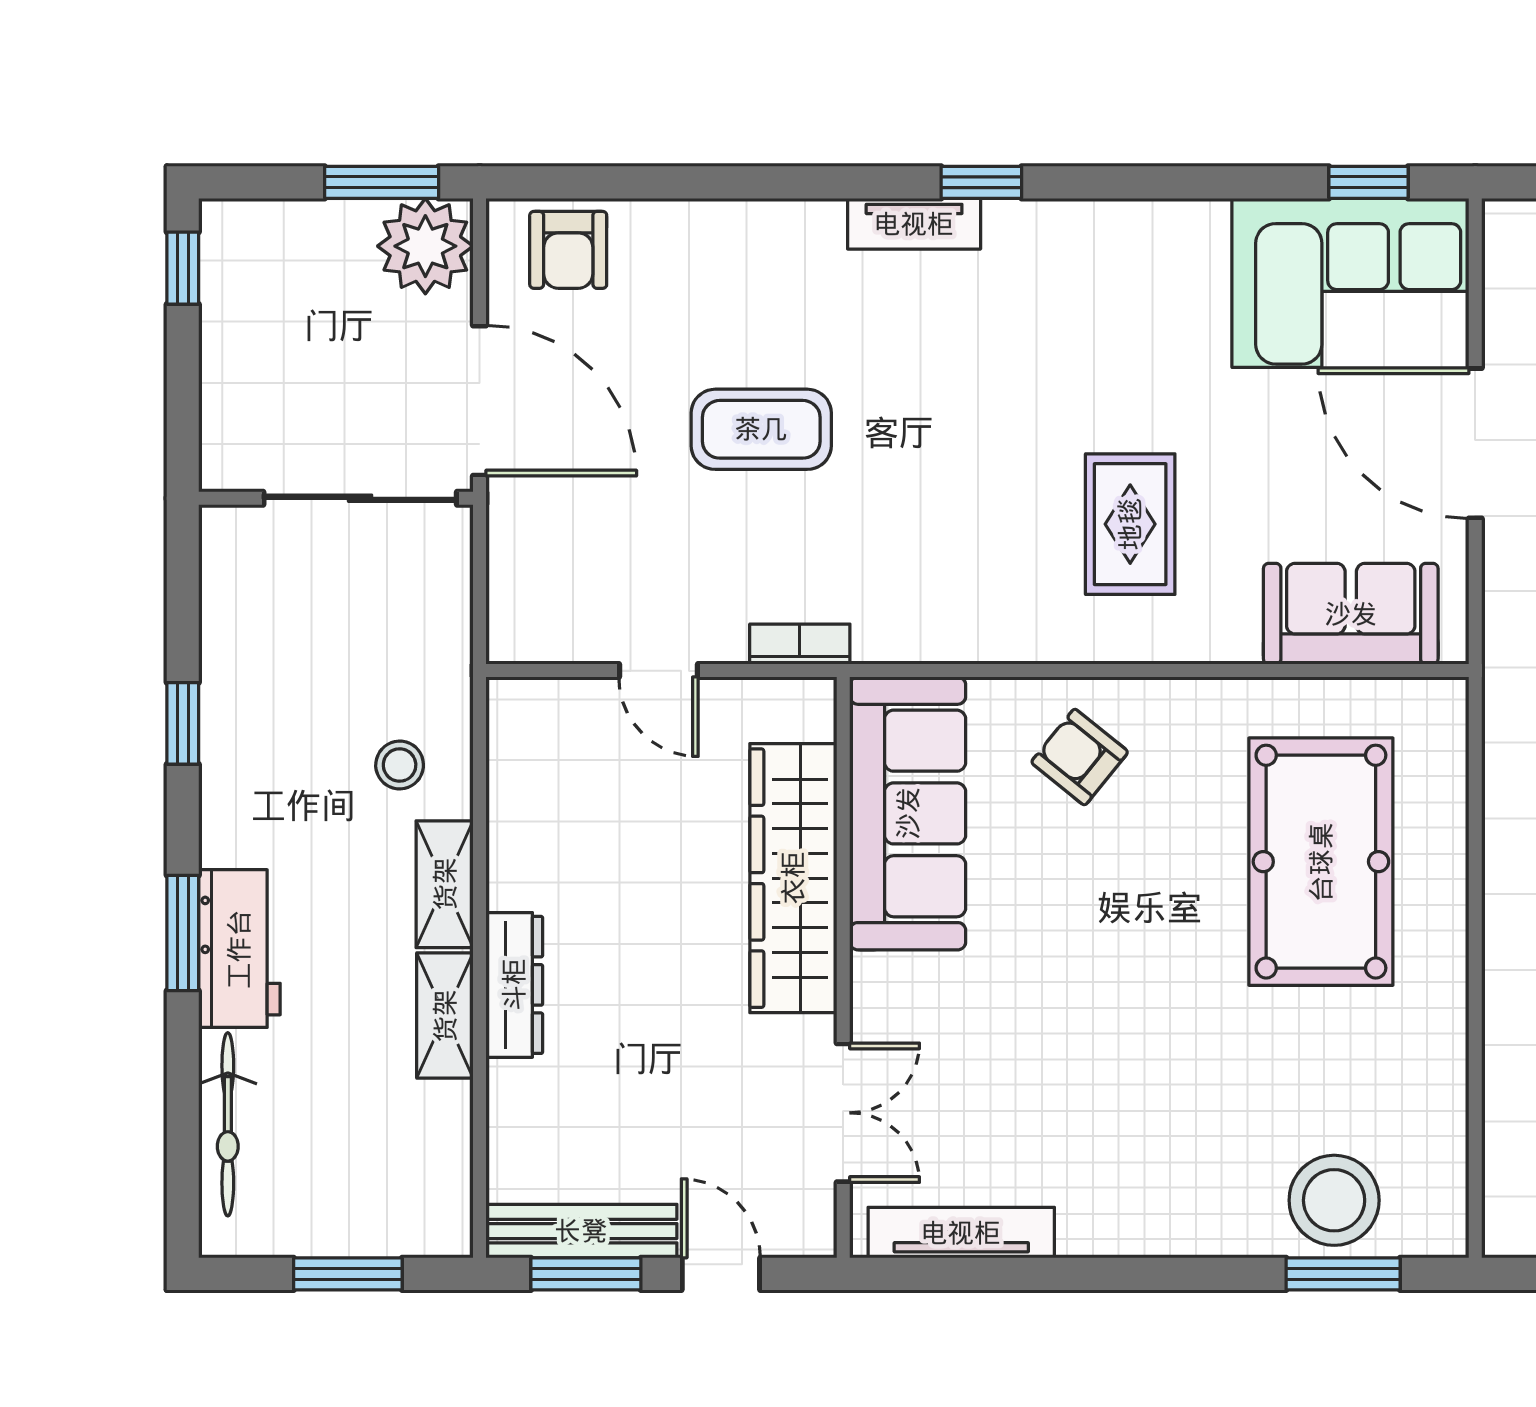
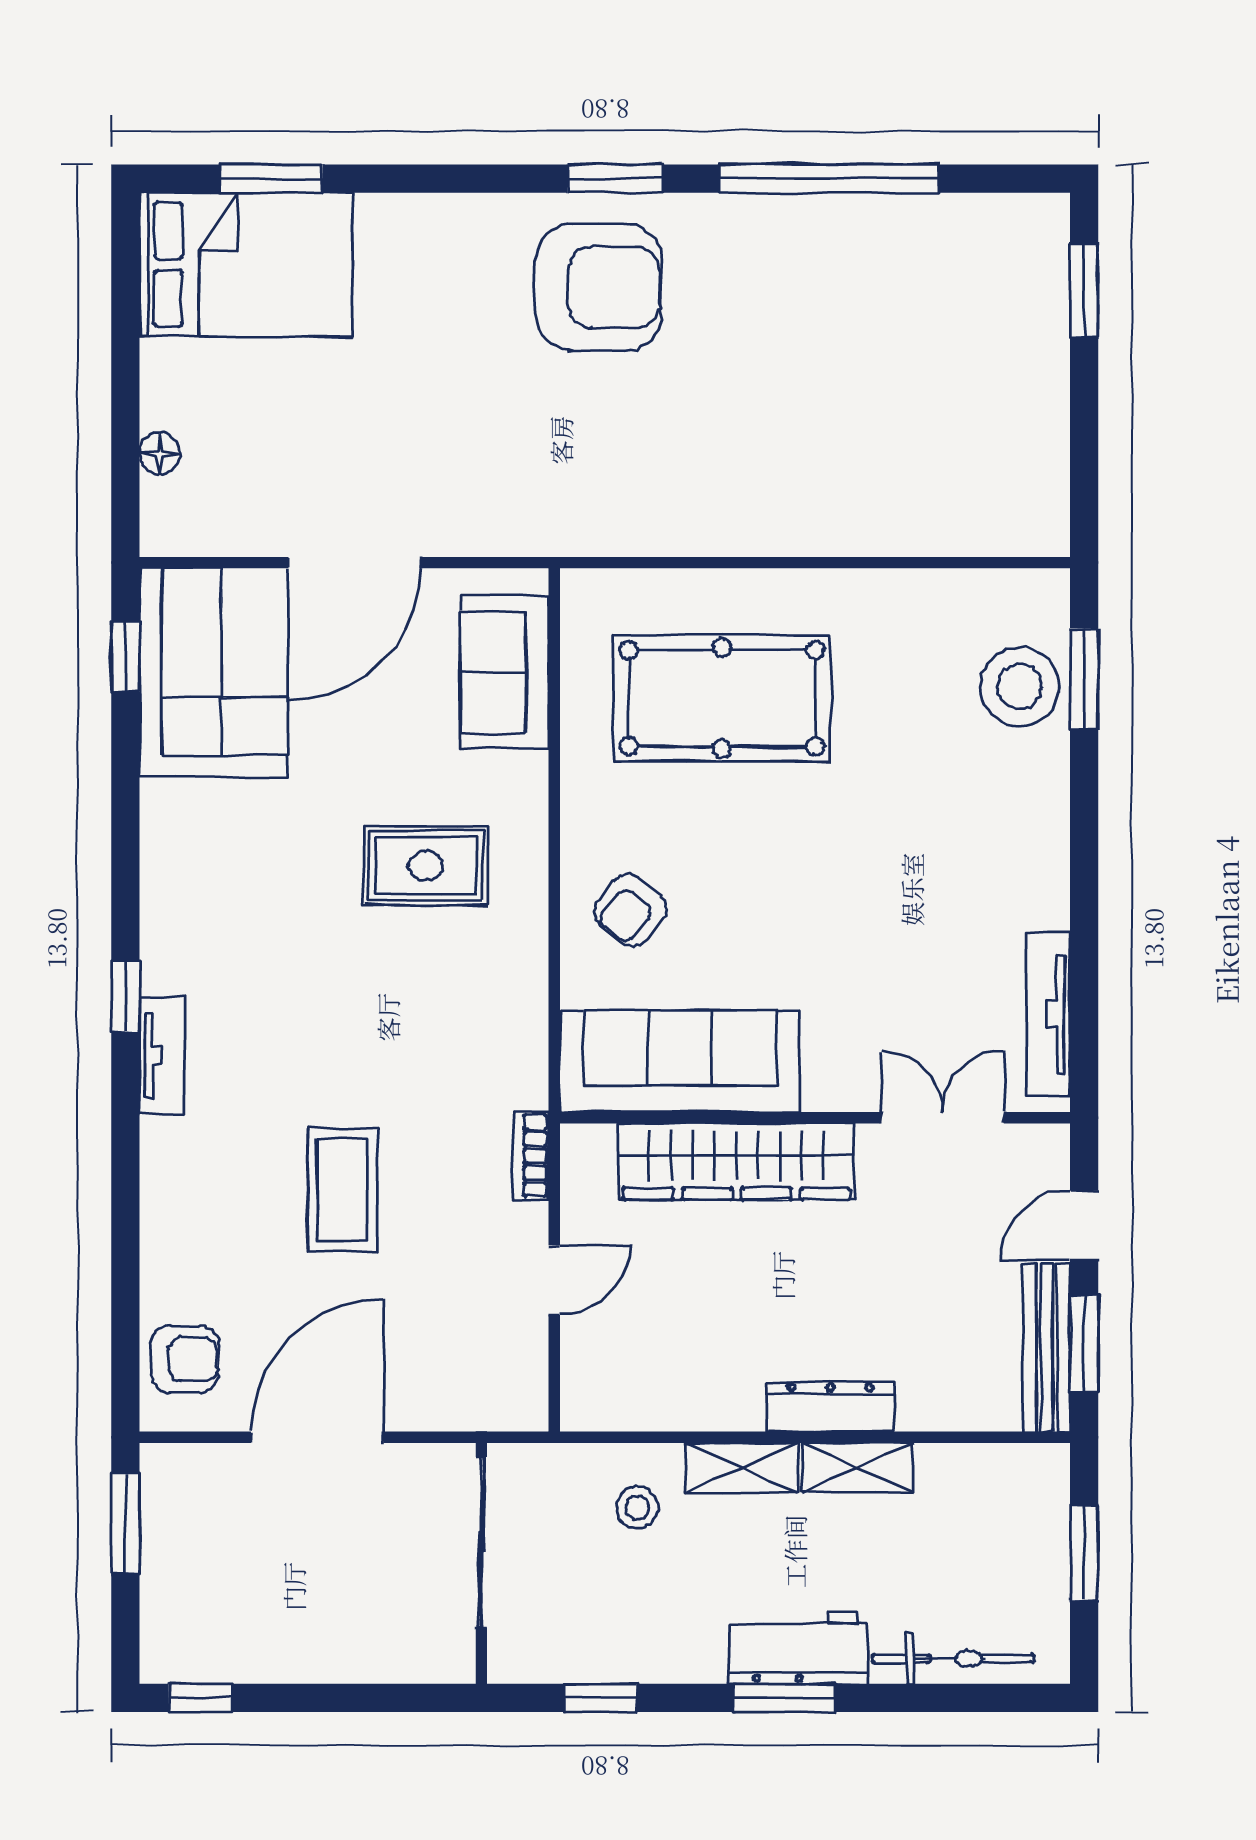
plant: (425, 246) -> (181, 1485), removed
wall: (336, 498) -> (481, 1563), moved
sliding door: (360, 498) -> (481, 1542), moved

